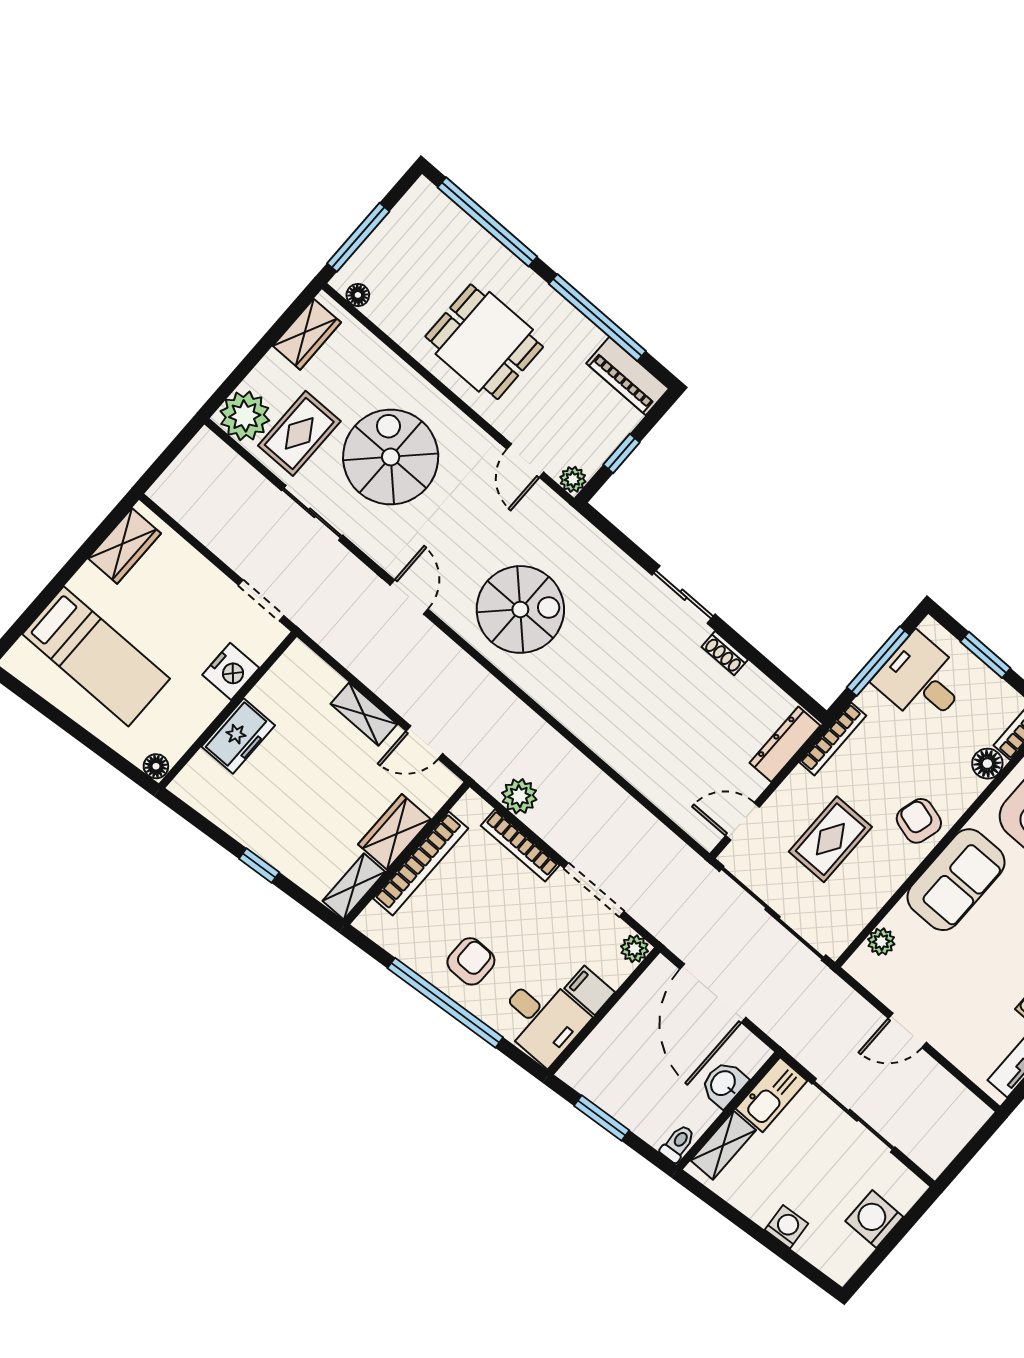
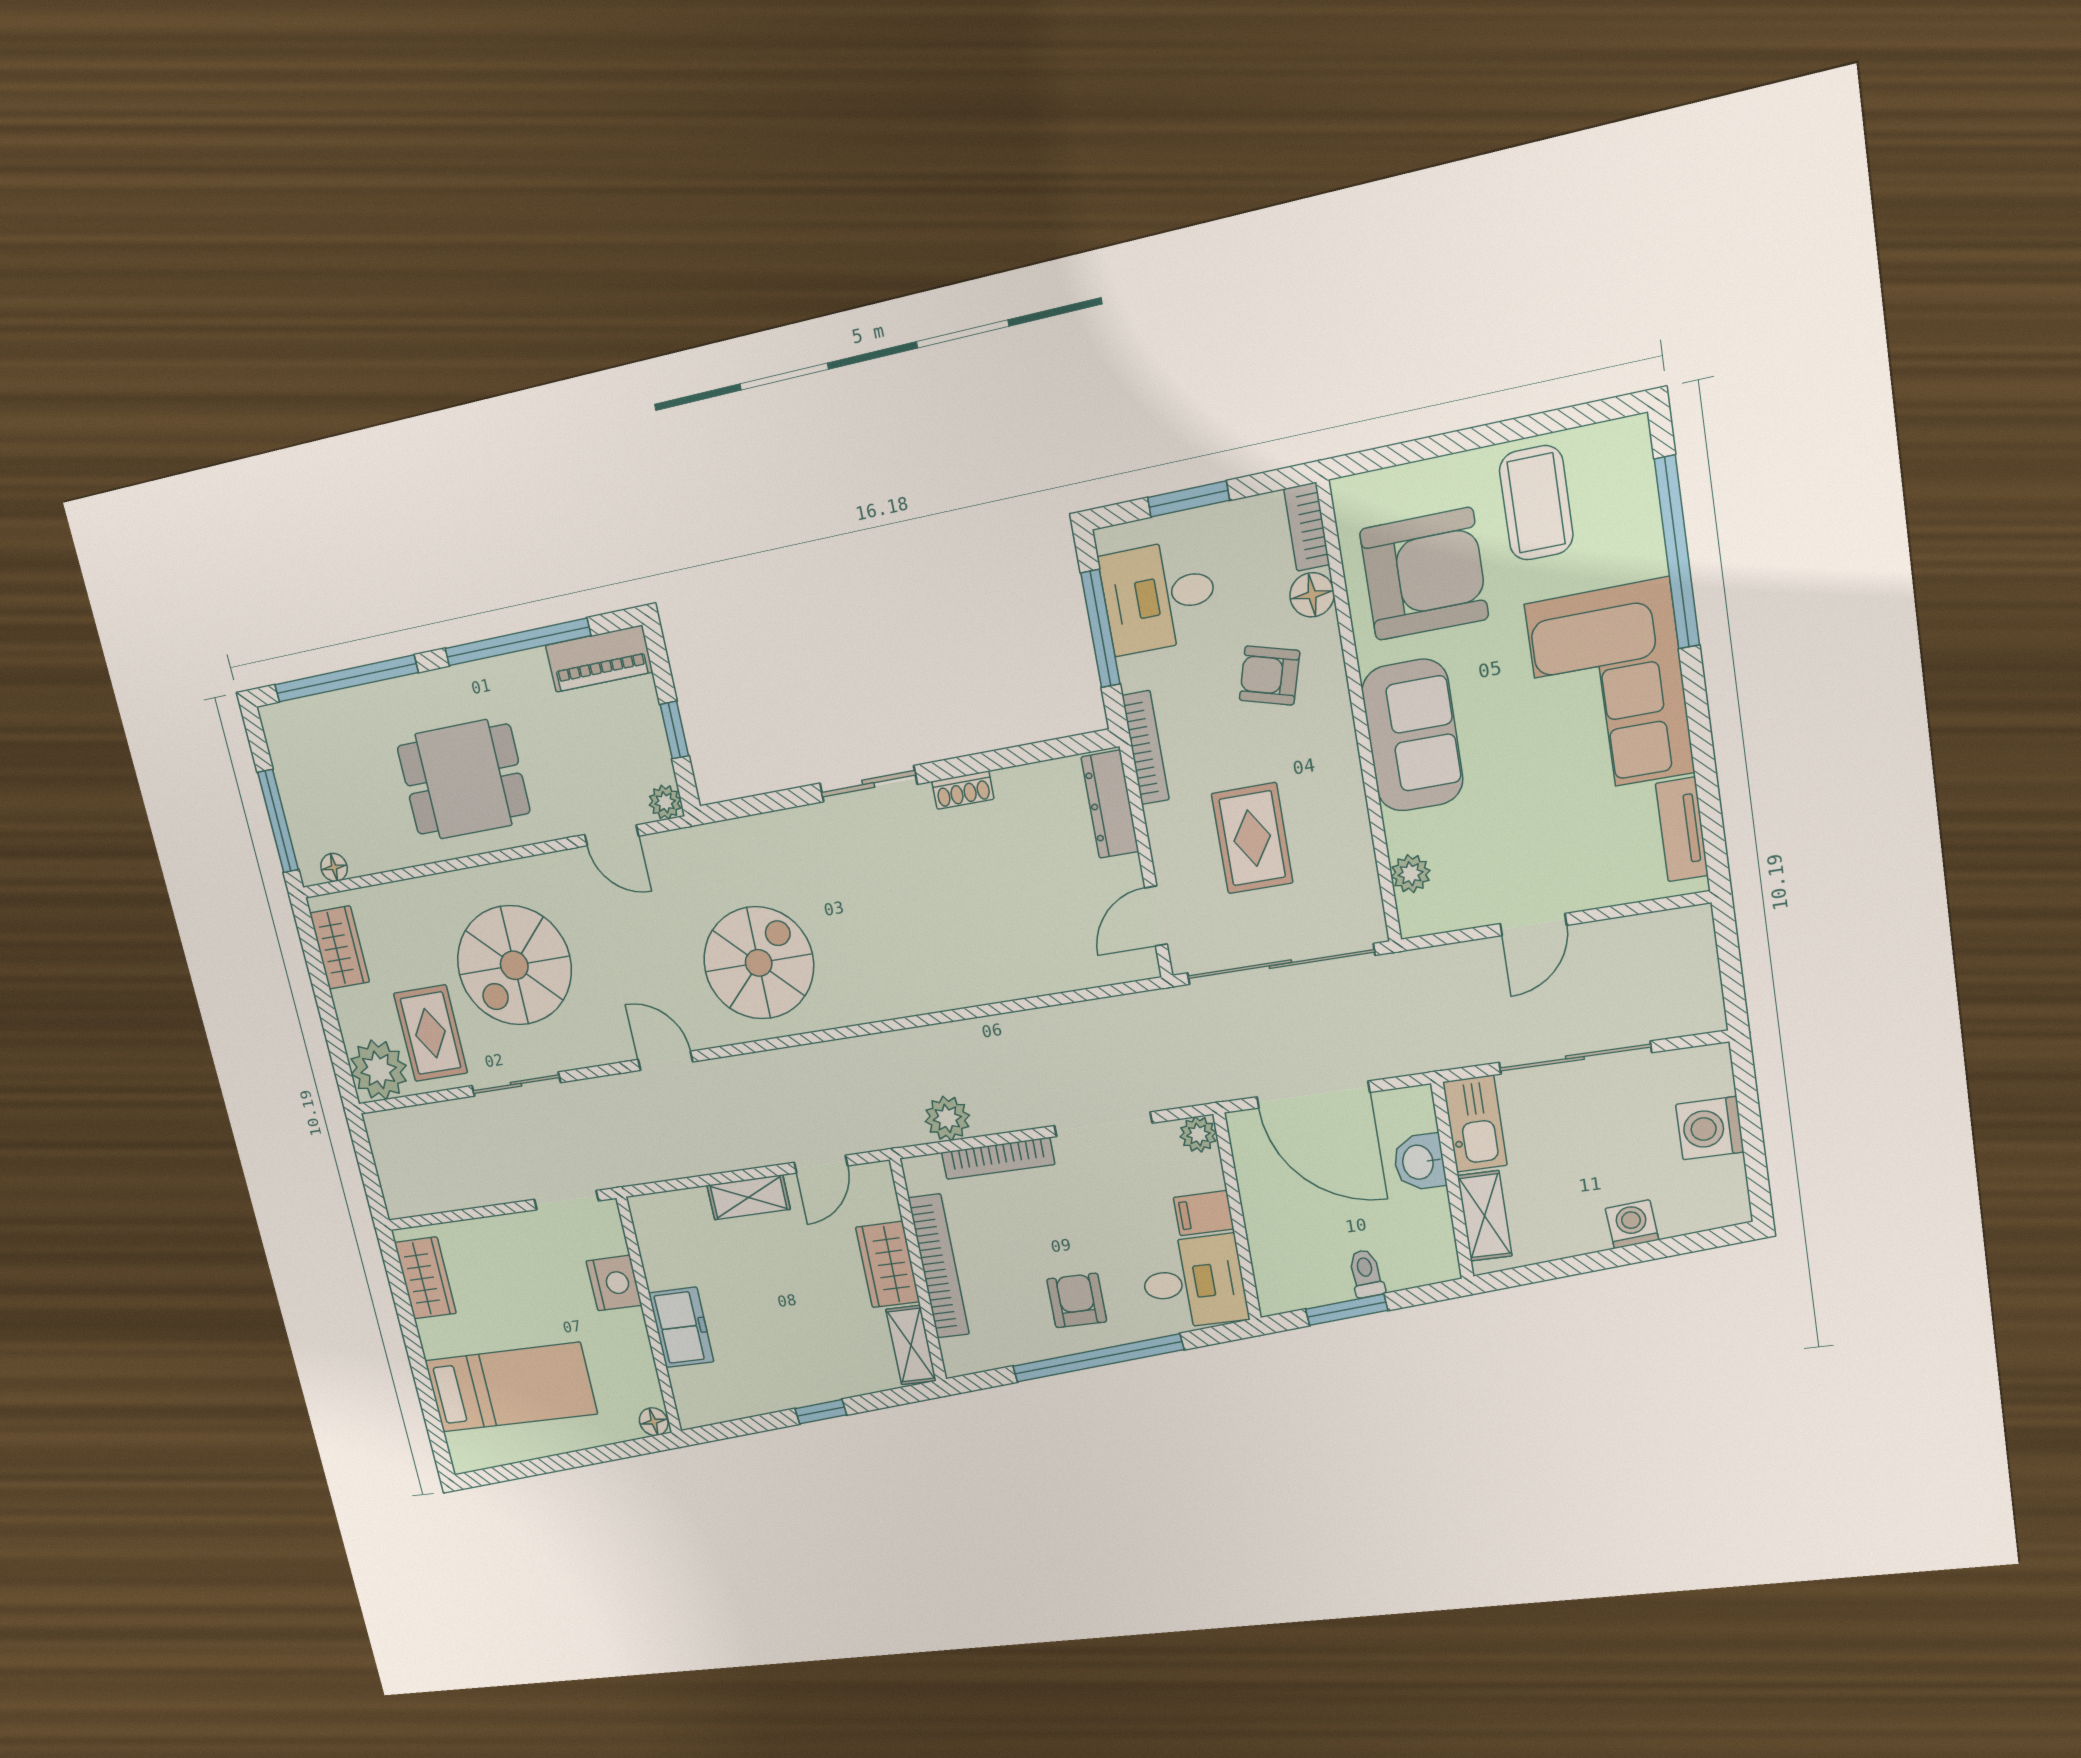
spiral stairs: (391, 457) -> (514, 965), turned -90
armchair: (919, 821) -> (1269, 676), moved
toilet: (678, 1143) -> (1366, 1273), moved

